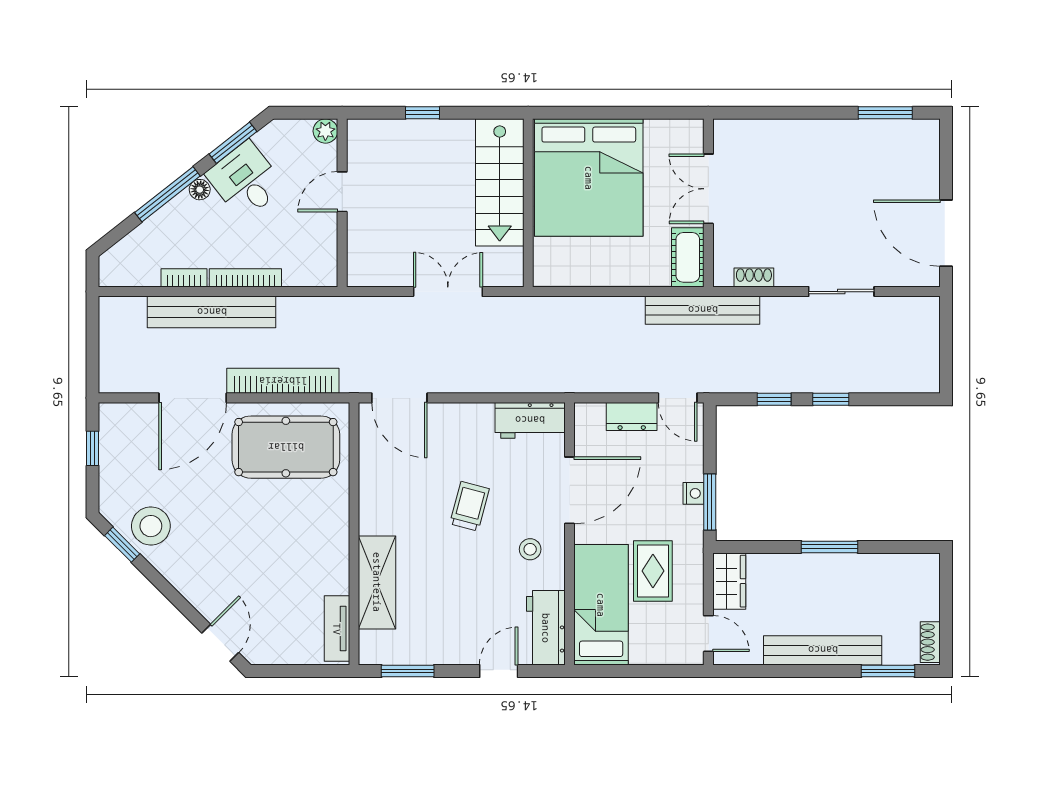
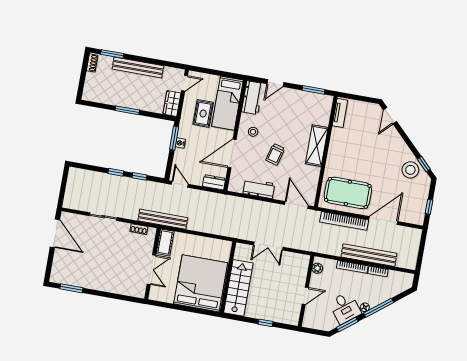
plant: (325, 131) -> (317, 268), moved
dresser: (632, 416) -> (214, 182), moved
workbench: (530, 420) -> (259, 189), moved
shelving: (377, 582) -> (317, 146), moved
door: (708, 634) -> (185, 83), swing flipped

